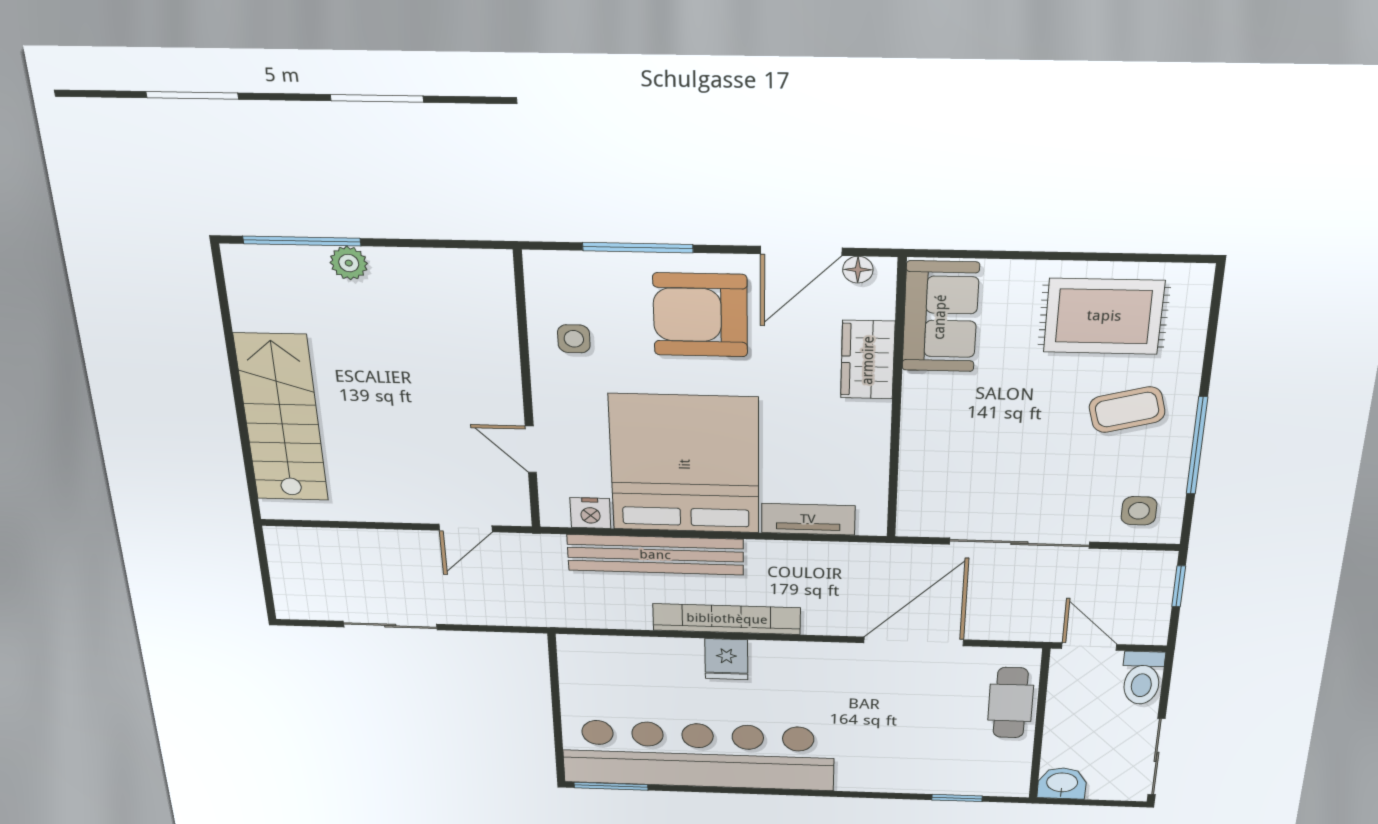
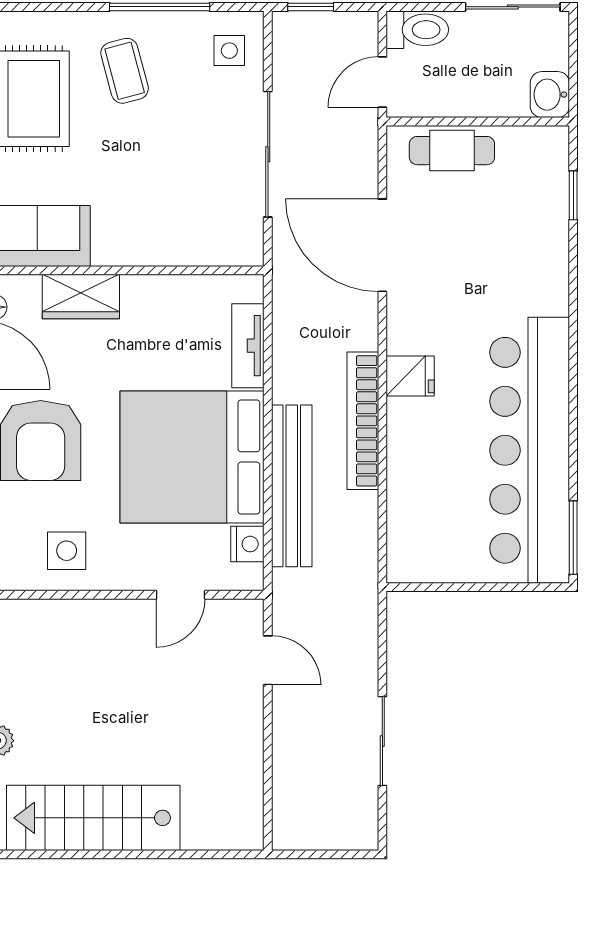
side table: (574, 339) -> (67, 551), width x1.37, depth x1.37
stairs: (281, 418) -> (93, 818), moved
fridge: (726, 659) -> (410, 376), moved

